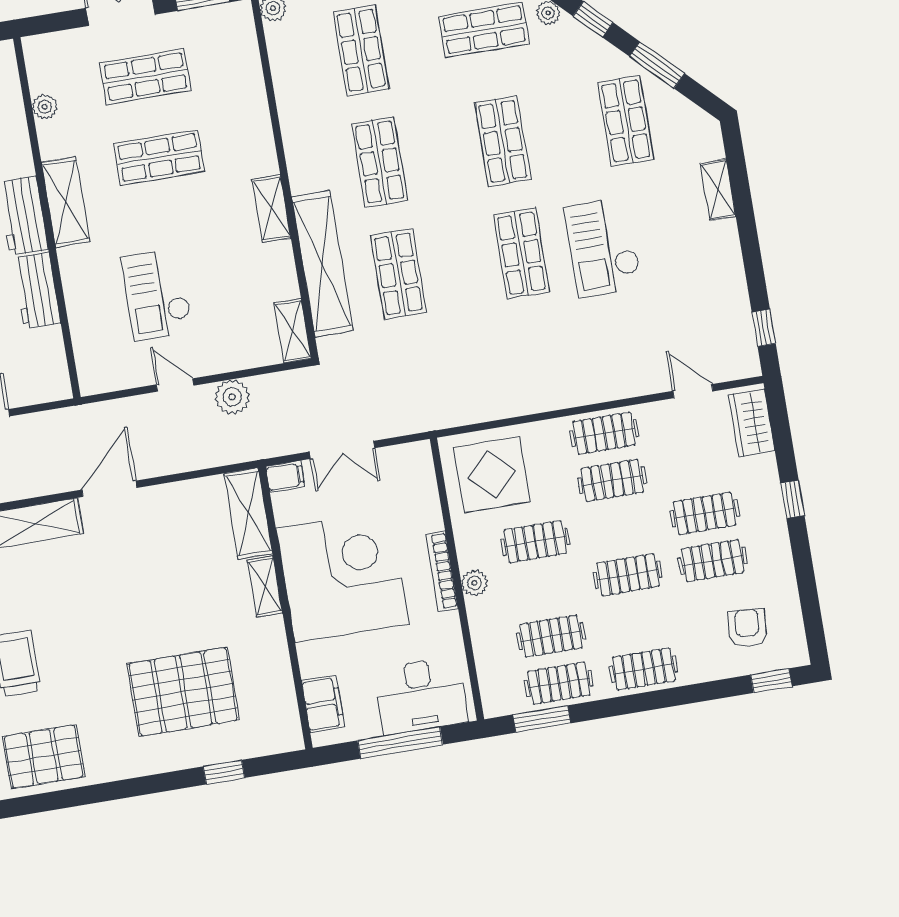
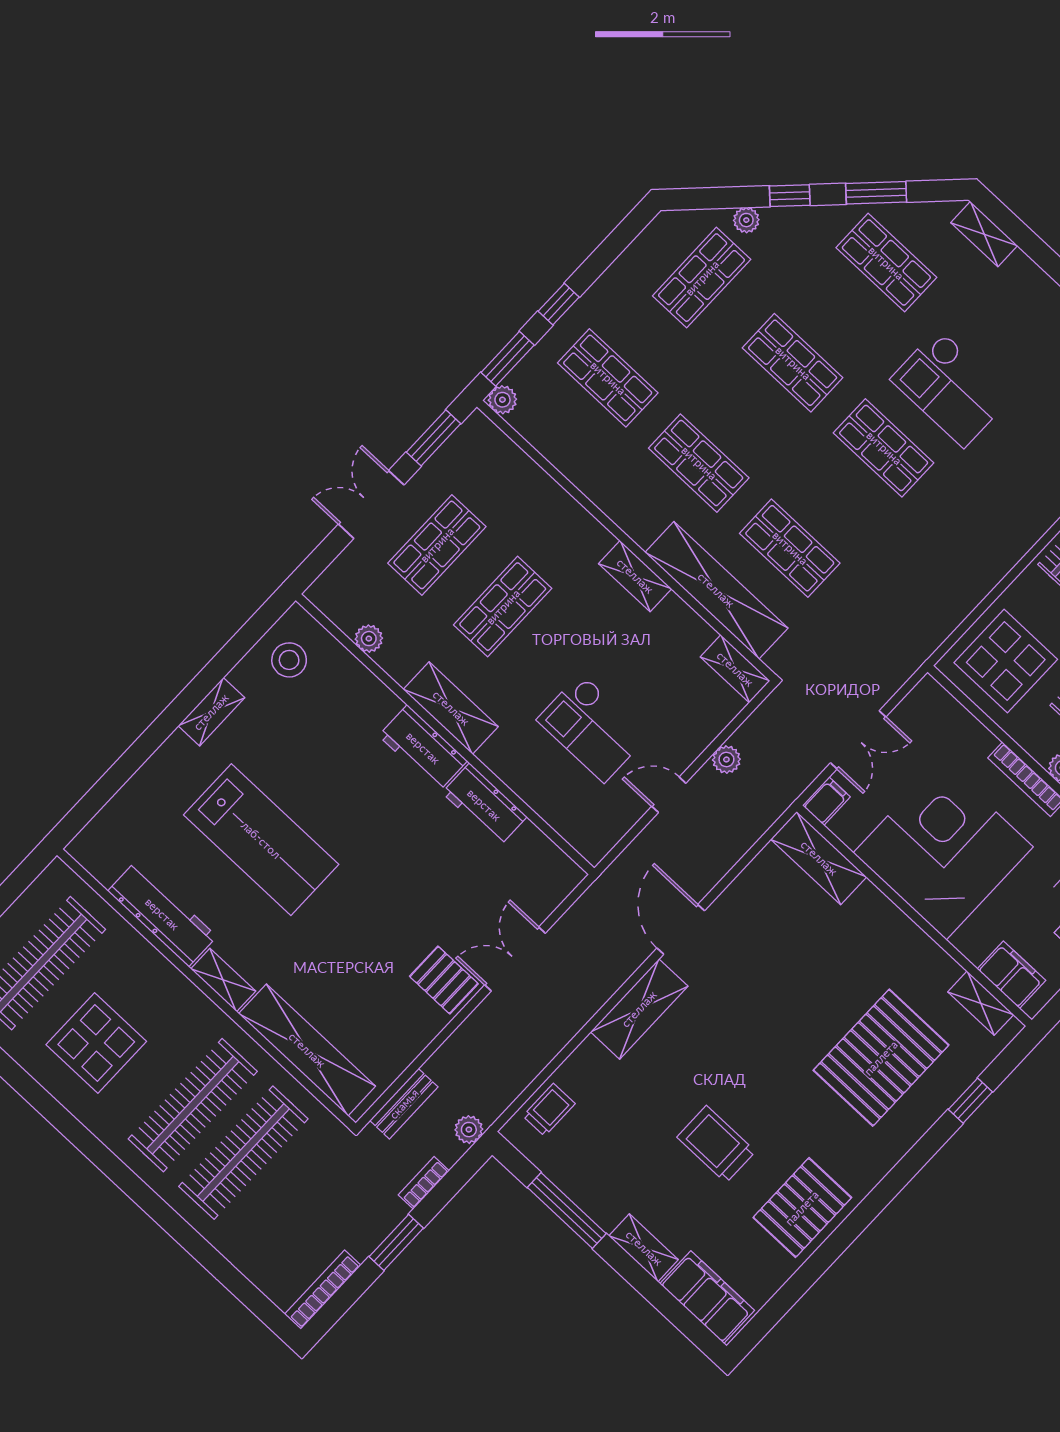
shelving: (718, 190) -> (984, 234), moved
plant: (232, 397) -> (726, 759), width x0.73, depth x0.73
shelving: (265, 587) -> (981, 1003), moved

